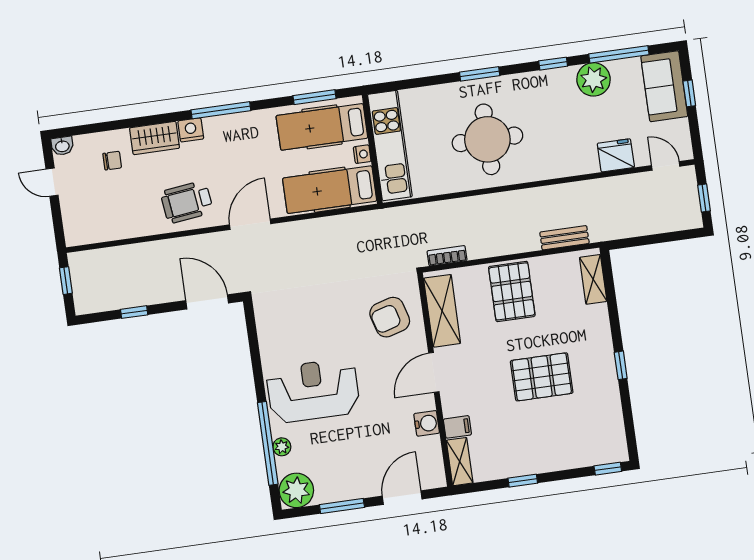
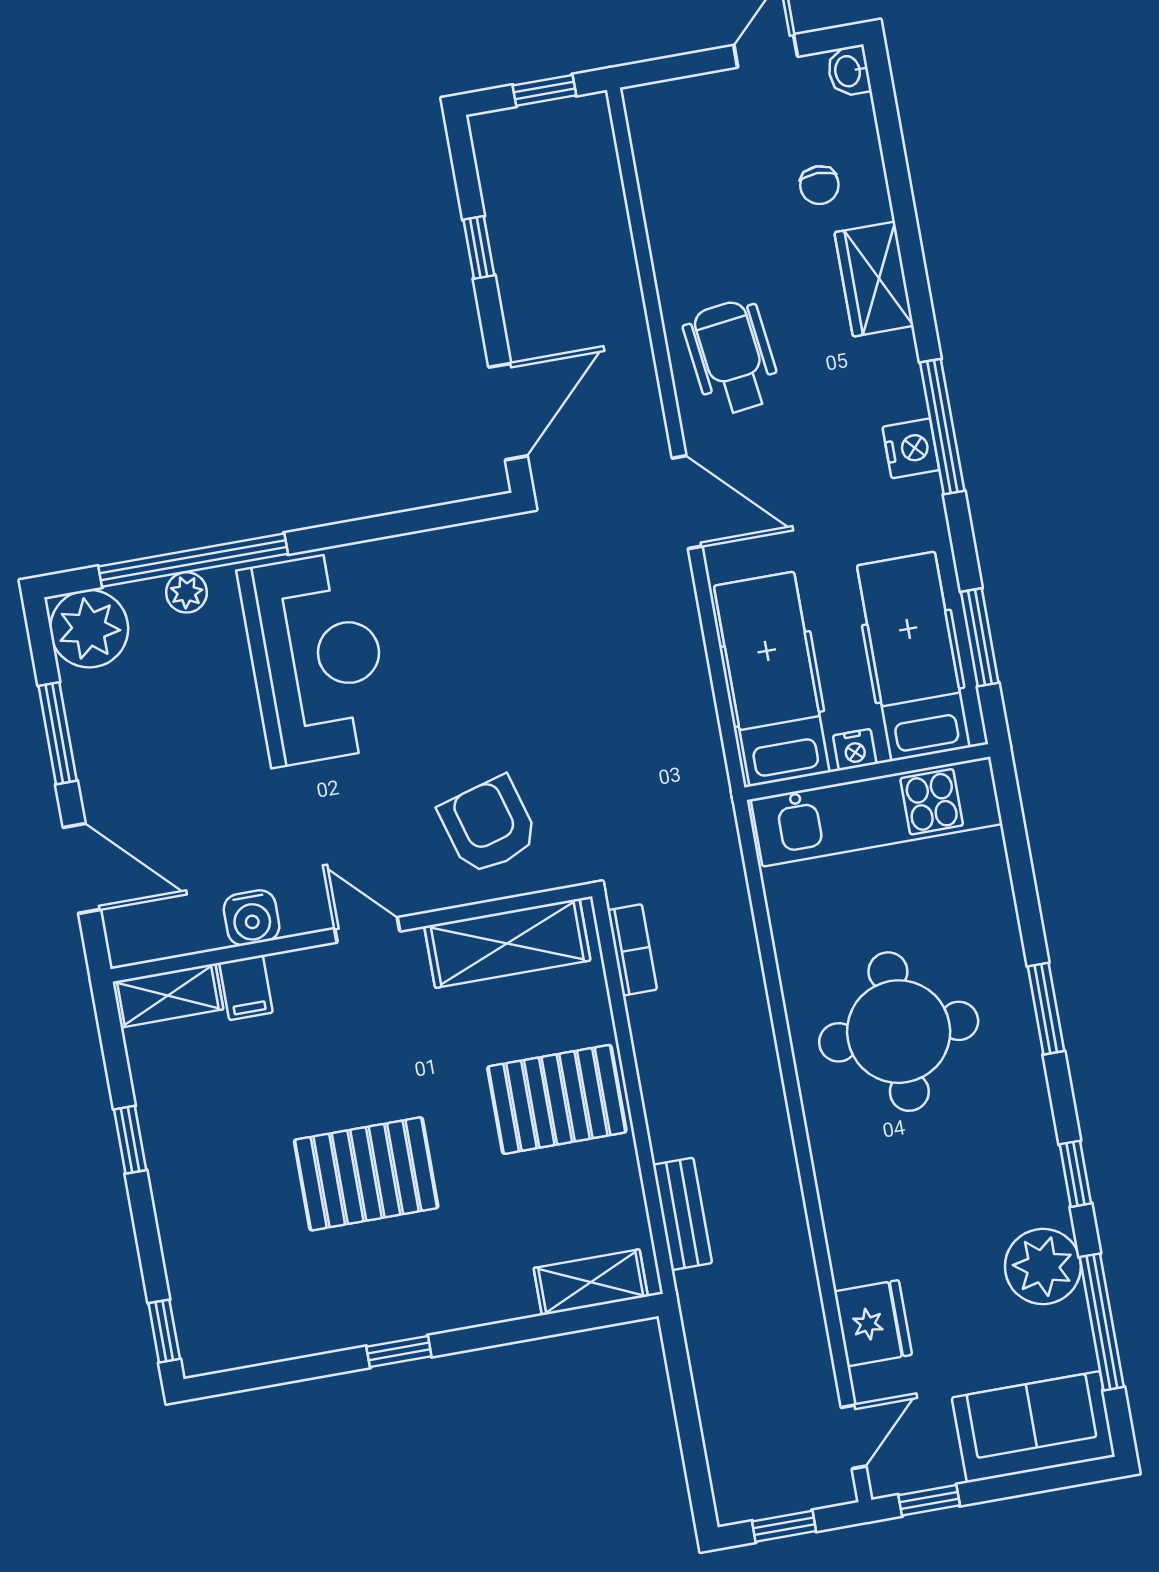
window: (689, 93) -> (929, 1500), moved
nightstand: (191, 130) -> (911, 448), moved
door: (434, 372) -> (367, 930), width x0.73
pallet: (542, 377) -> (366, 1174), turned 90

